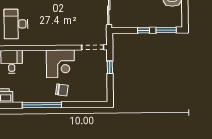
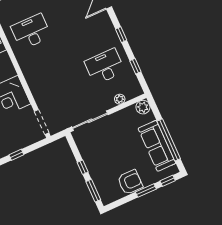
window: (110, 67) -> (16, 155), moved

